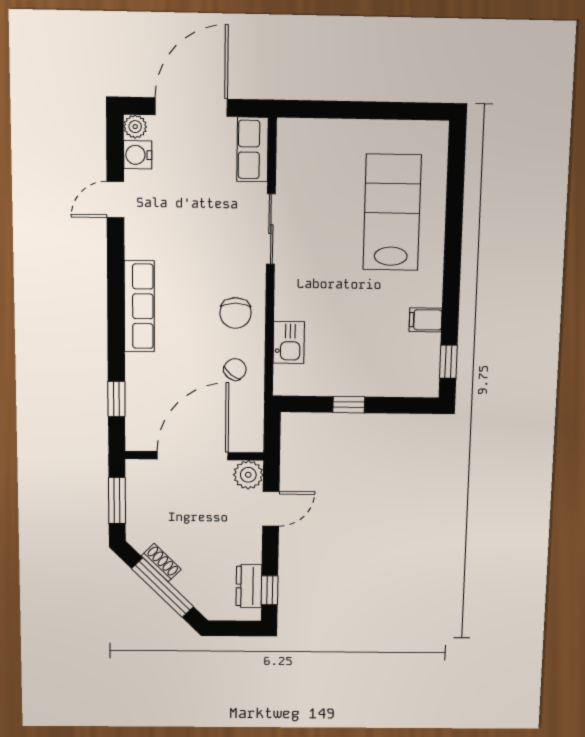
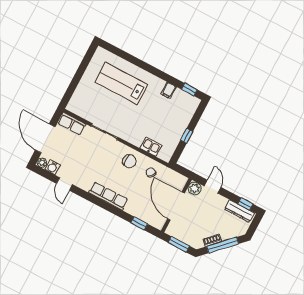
dresser: (249, 586) -> (239, 211), width x1.44

